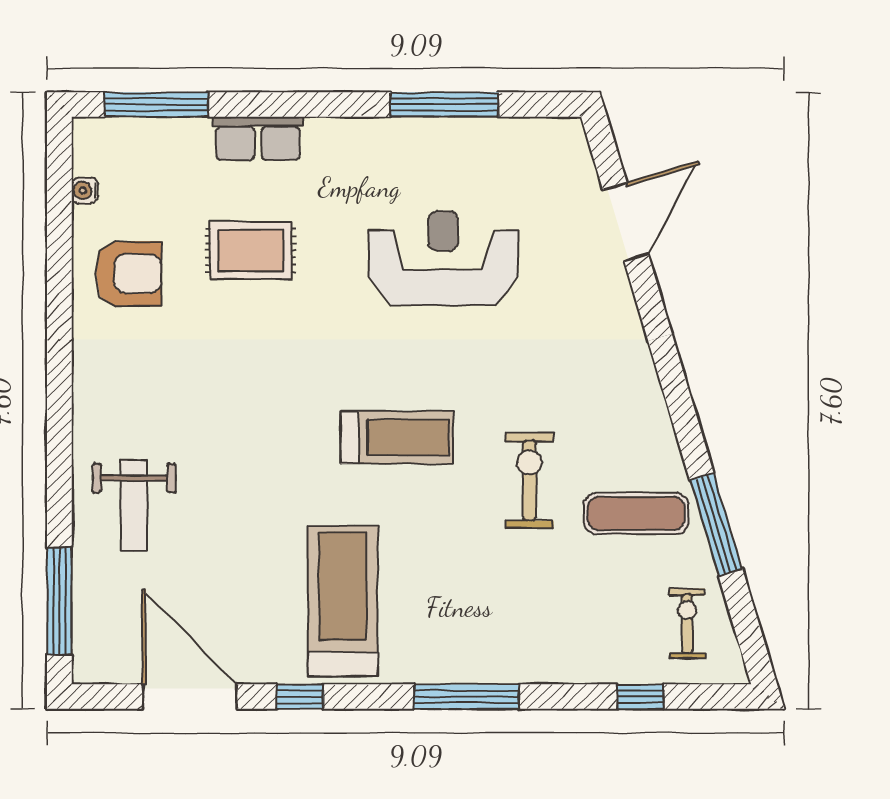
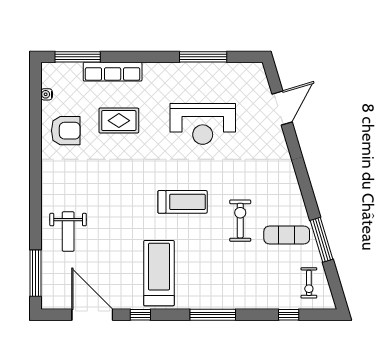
row of seats: (258, 138) -> (113, 72), width x1.48
reception desk: (443, 258) -> (203, 124), turned 180
exercise bike: (687, 623) -> (309, 283), turned 180

